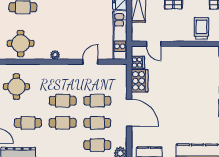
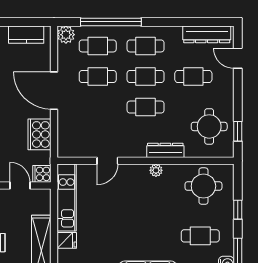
cooker: (138, 62) -> (42, 174), moved
dresser: (48, 69) -> (165, 150), added
cafe table: (97, 101) -> (146, 46), moved

